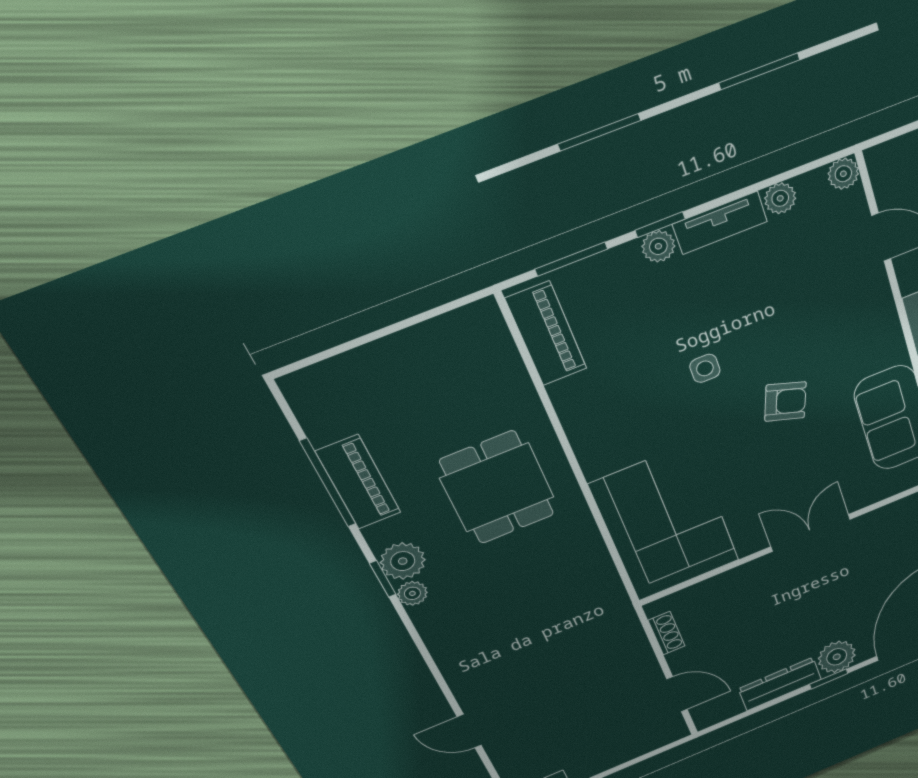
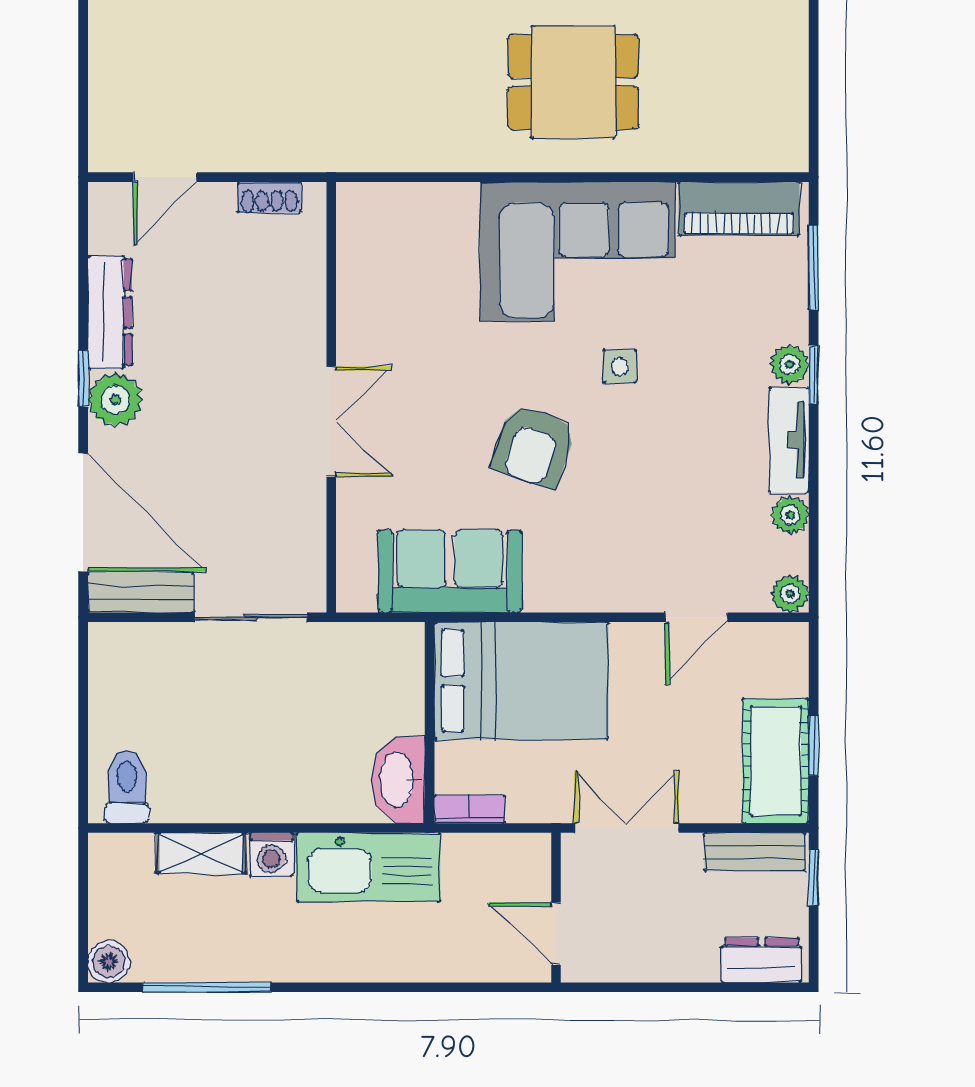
armchair: (785, 402) -> (534, 446), width x1.38, depth x1.38
corner sofa: (665, 523) -> (578, 251), moved

